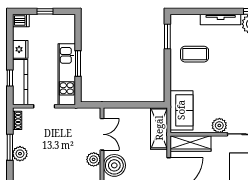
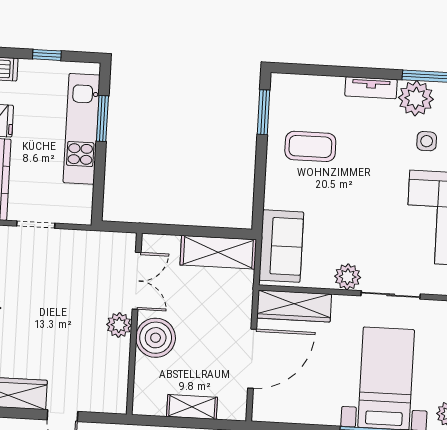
tv unit: (221, 20) -> (371, 88), width x0.71
window: (78, 63) -> (102, 119), moved
kitchen unit: (67, 74) -> (82, 129), moved
shelving: (159, 128) -> (218, 252), moved, turned 90

